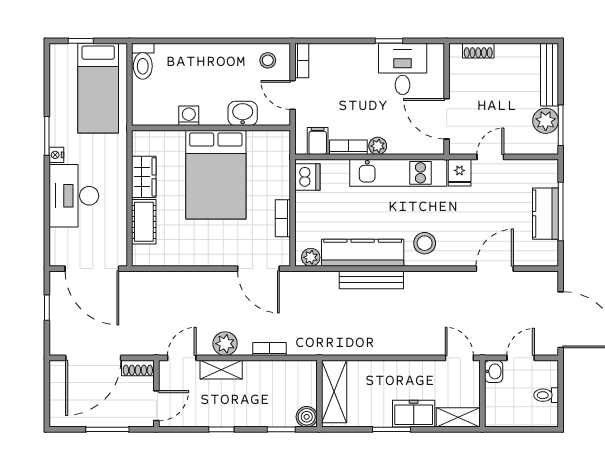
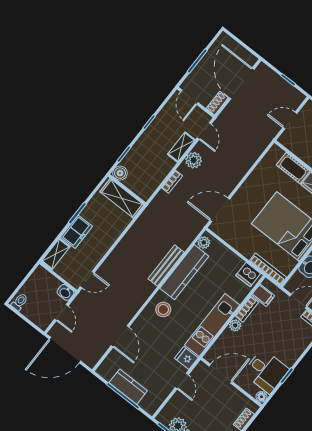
floor lamp: (436, 51) -> (261, 397), added
bookcase: (283, 218) -> (268, 269), moved, width x1.56
door: (92, 269) -> (290, 120), width x0.53
toilet: (546, 395) -> (20, 302), moved

